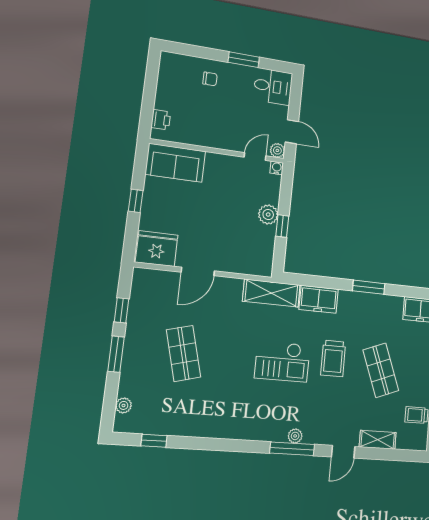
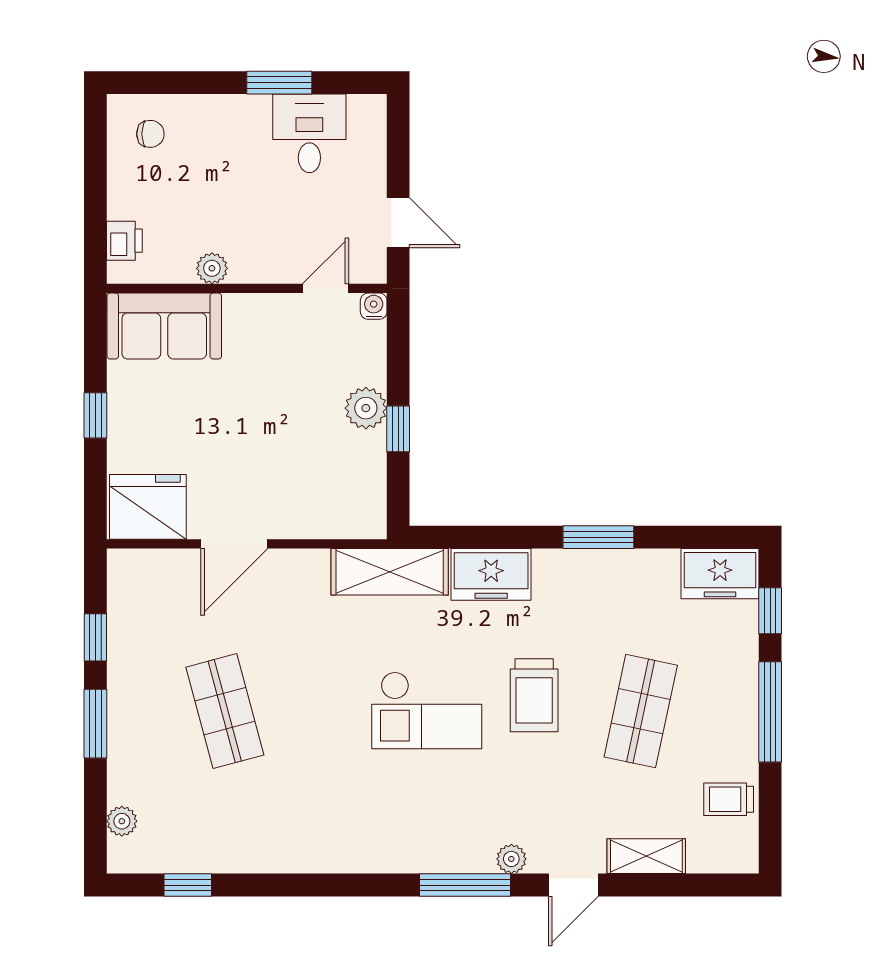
chair: (210, 79) -> (150, 134), moved
desk: (273, 87) -> (309, 133), moved, turned -90
plant: (277, 150) -> (212, 268), moved
shop shelf: (381, 370) -> (641, 711), turned 33
plant: (295, 436) -> (511, 859), moved

